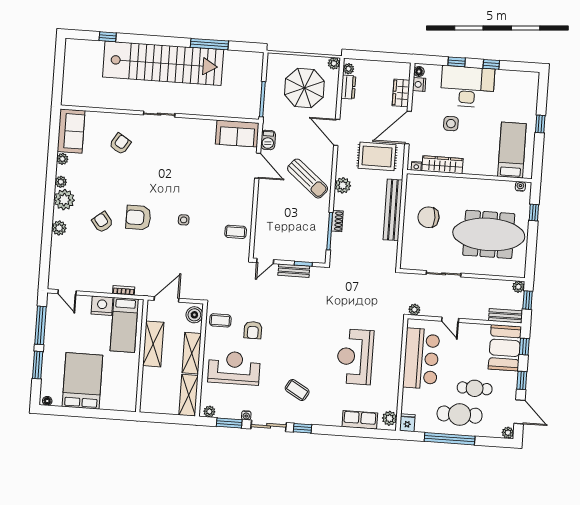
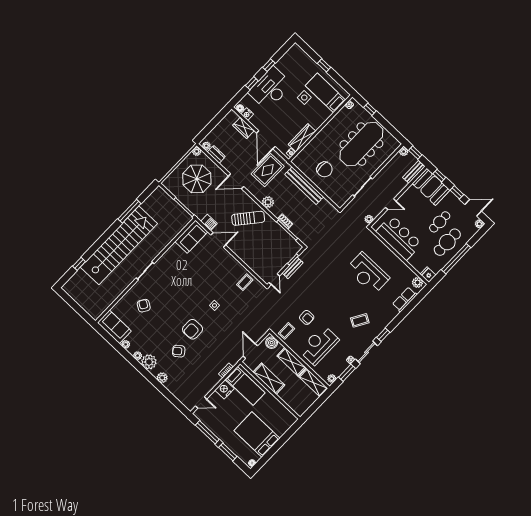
side table: (451, 124) -> (304, 98), moved
chair: (429, 217) -> (325, 169), turned -90

